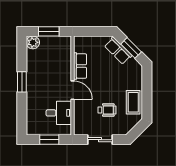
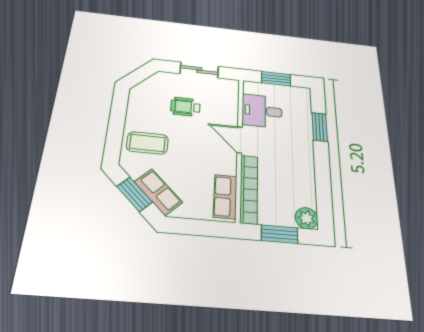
bookcase: (66, 58) -> (249, 189), added
row of seats: (80, 66) -> (225, 196), moved
window: (22, 82) -> (320, 127), moved
coffee table: (133, 102) -> (147, 143), moved, turned 90

